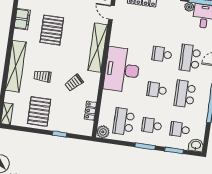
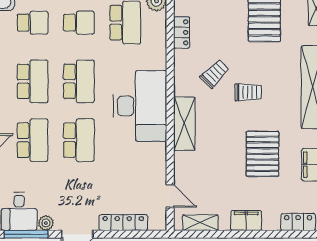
shelving: (98, 48) -> (184, 124), width x0.68
school desk: (162, 54) -> (79, 140), width x1.85
trolley: (42, 76) -> (248, 92), moved
school desk: (157, 90) -> (79, 81), width x1.85

